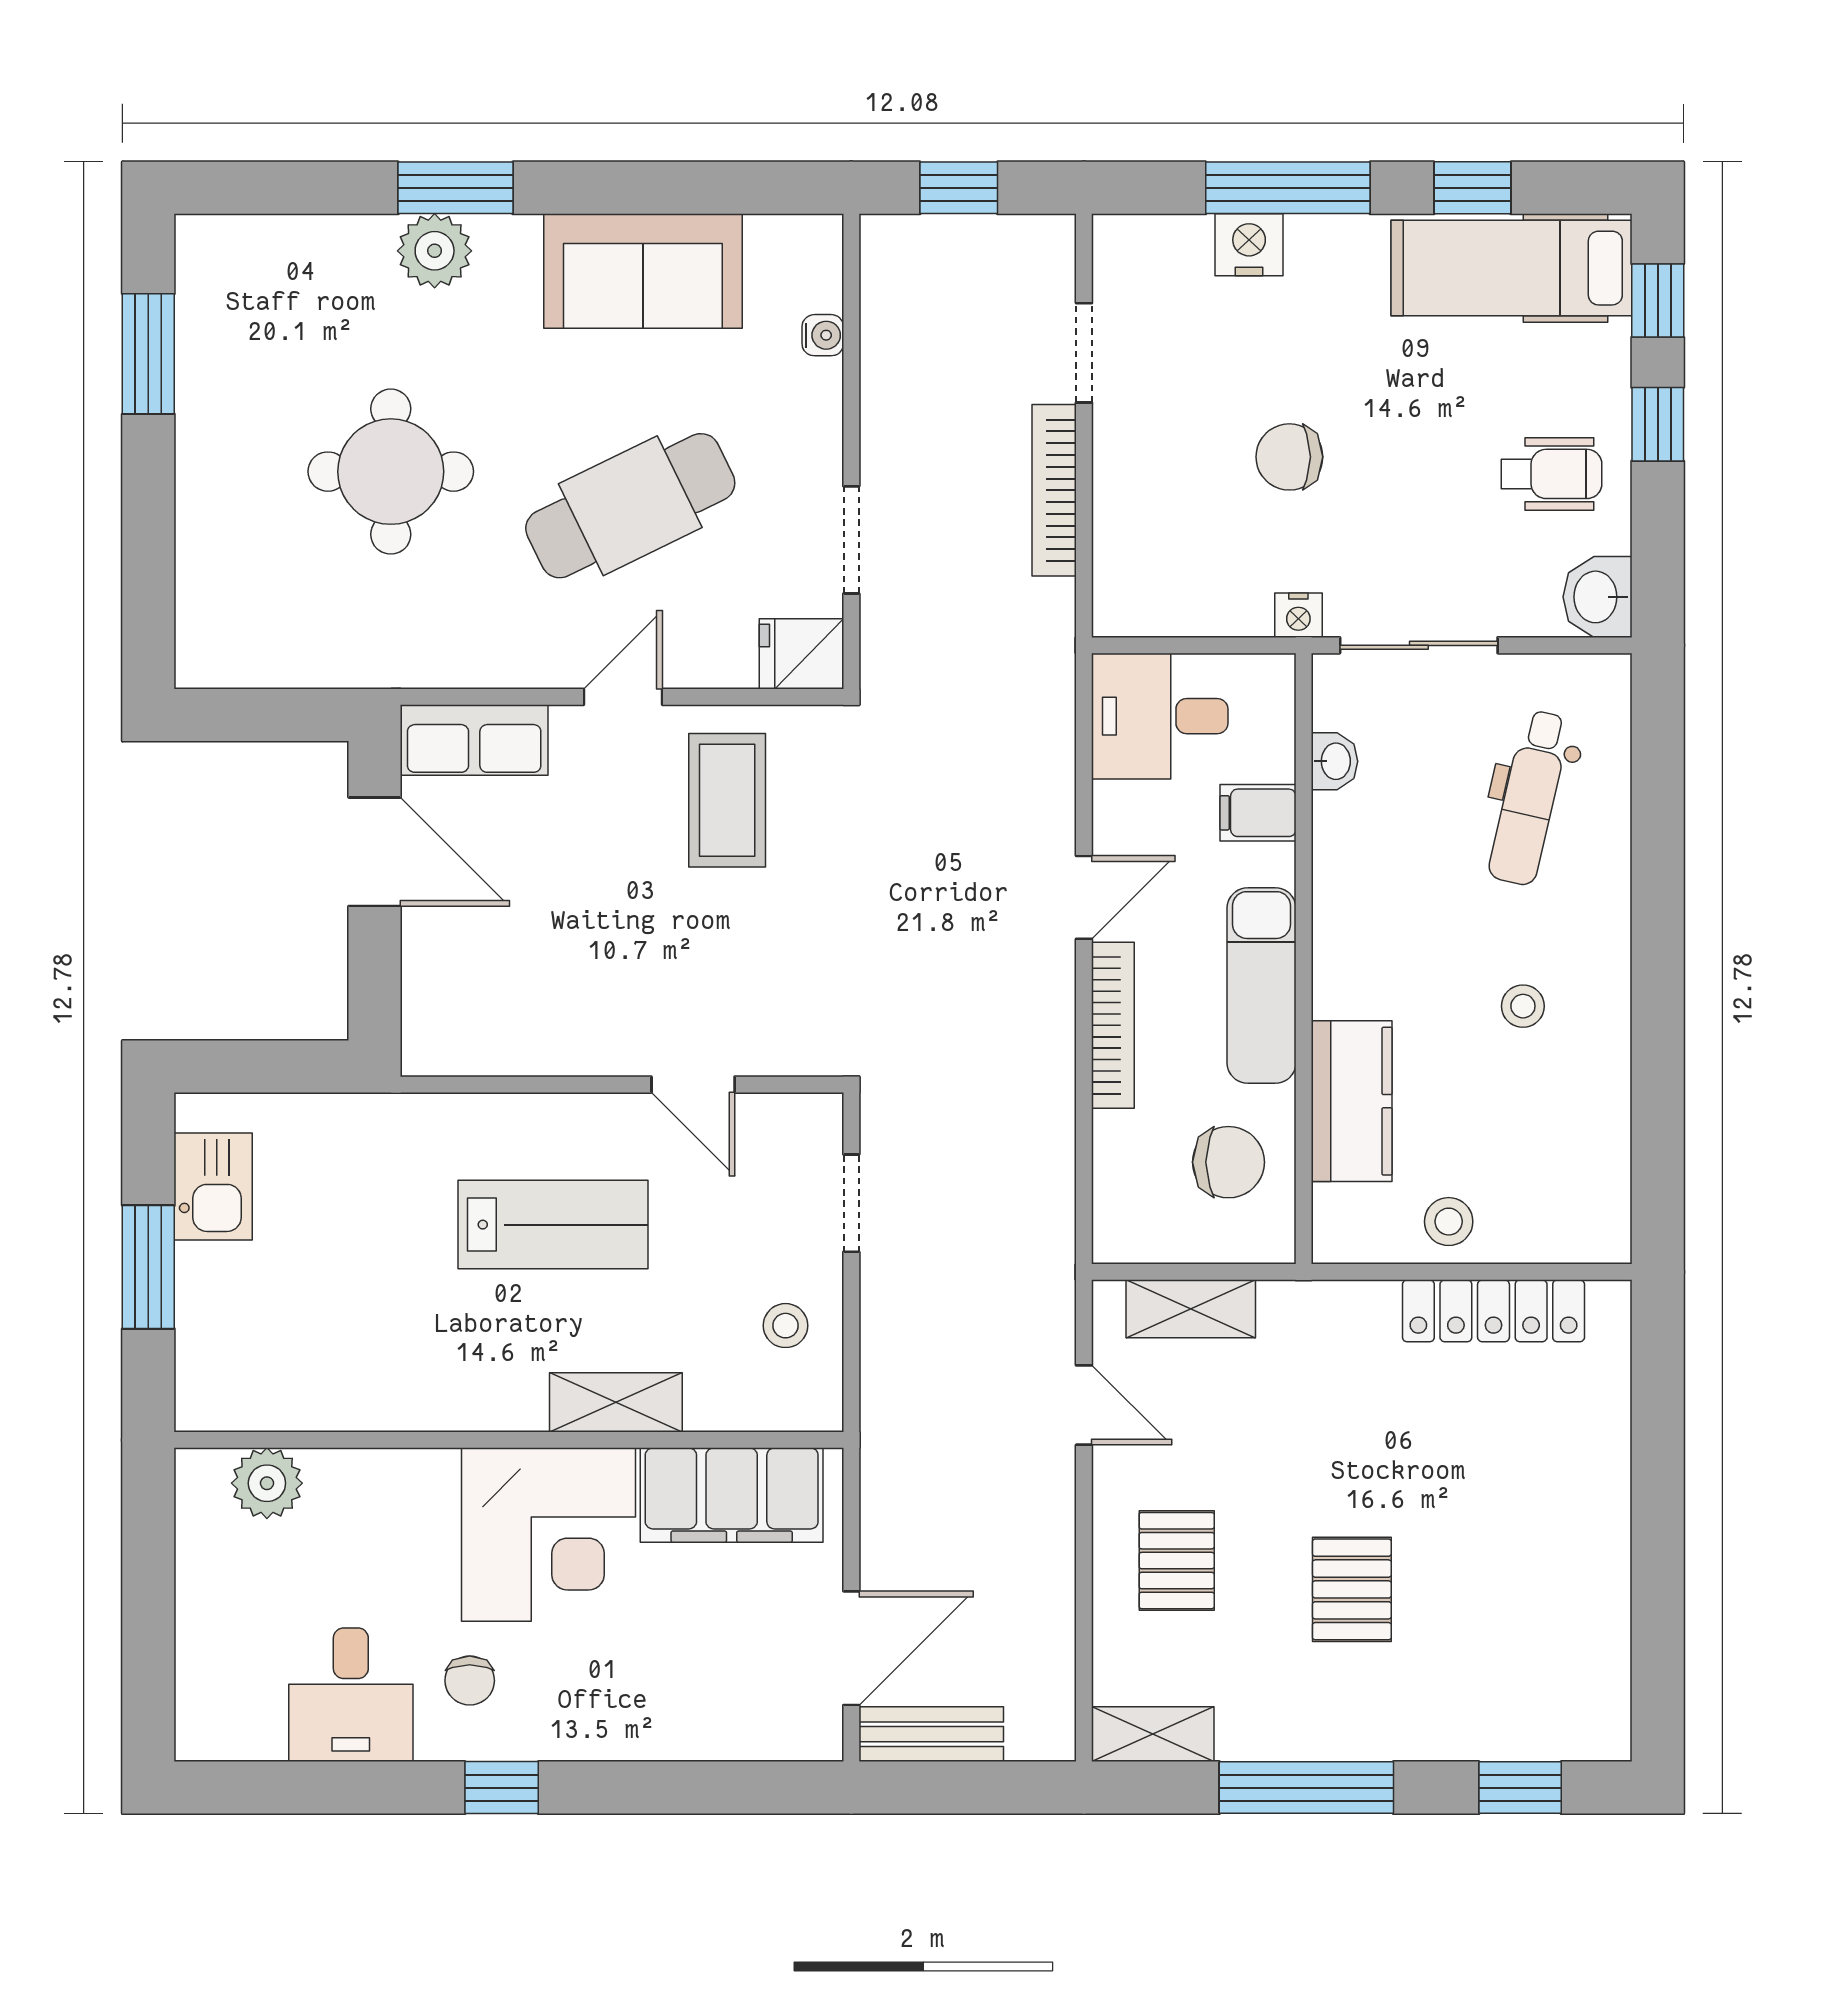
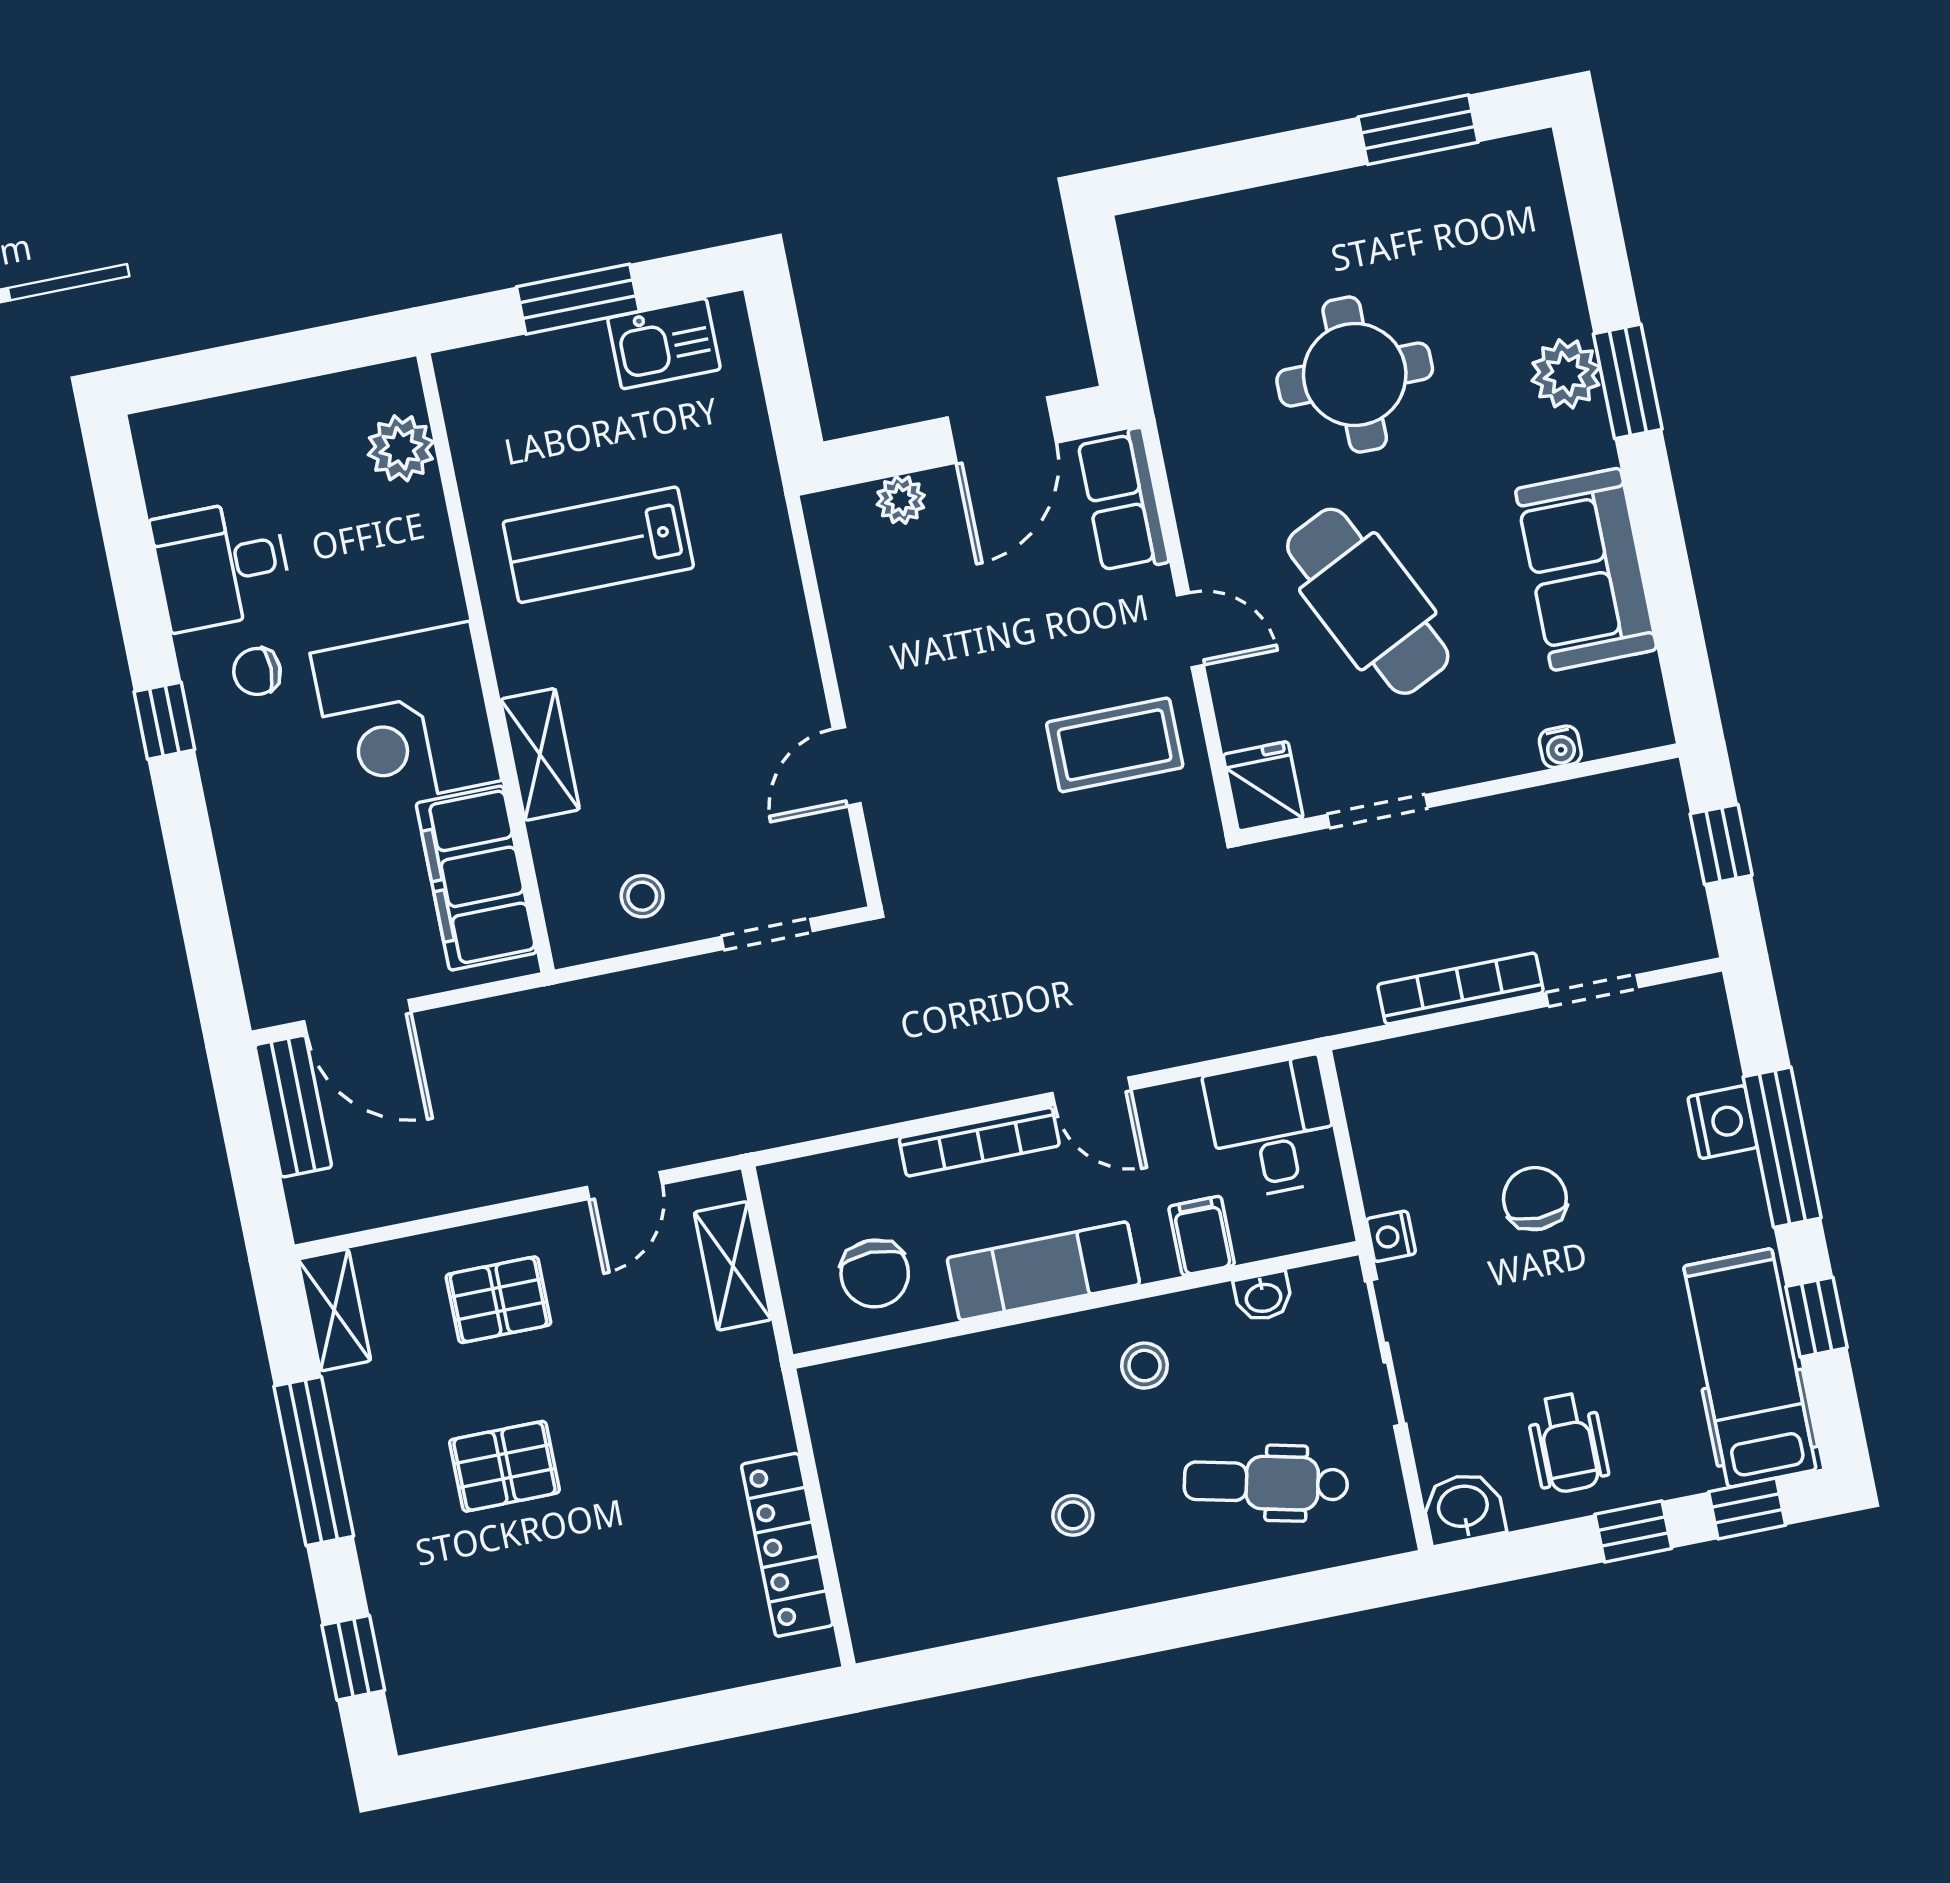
plant: (426, 972) -> (901, 500), added
kitchen counter: (1352, 1101) -> (954, 1375), removed
stool: (1449, 1222) -> (1145, 1366), moved
lab bench: (553, 1225) -> (598, 545), moved, turned 90

